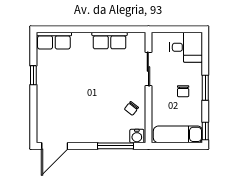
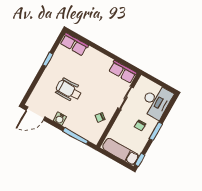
row of seats: (110, 41) -> (123, 72), moved
desk: (186, 47) -> (156, 101), width x1.37
wheelchair: (77, 97) -> (69, 90), added
water cooler: (137, 136) -> (60, 119), moved

